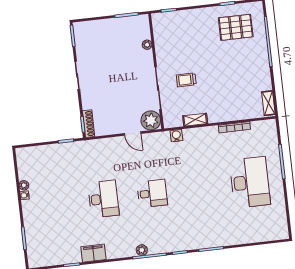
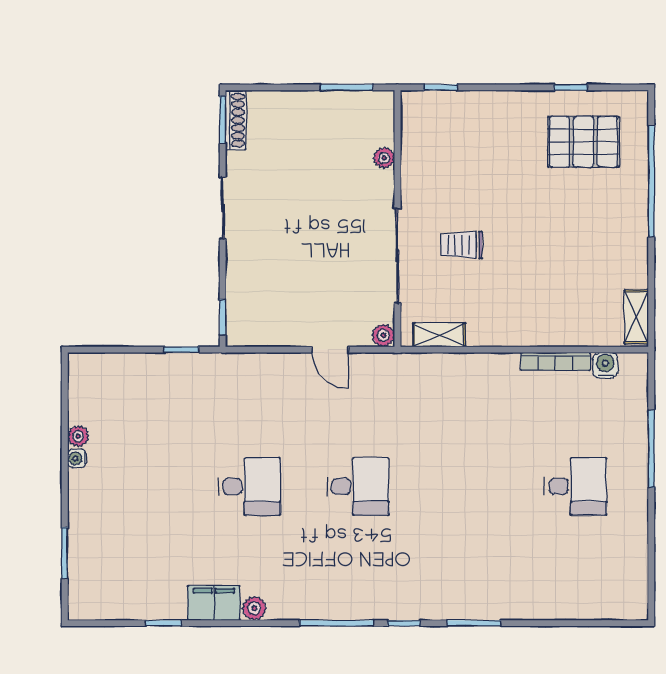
plant: (151, 120) -> (383, 335), width x0.53, depth x0.53
shelving: (195, 120) -> (439, 335), moved
shoe rack: (89, 124) -> (236, 120), moved
water cooler: (176, 136) -> (605, 365), moved
desk: (250, 182) -> (575, 486), width x0.53, depth x0.77
desk: (103, 199) -> (249, 486), width x0.73
plant: (142, 250) -> (254, 608), moved

